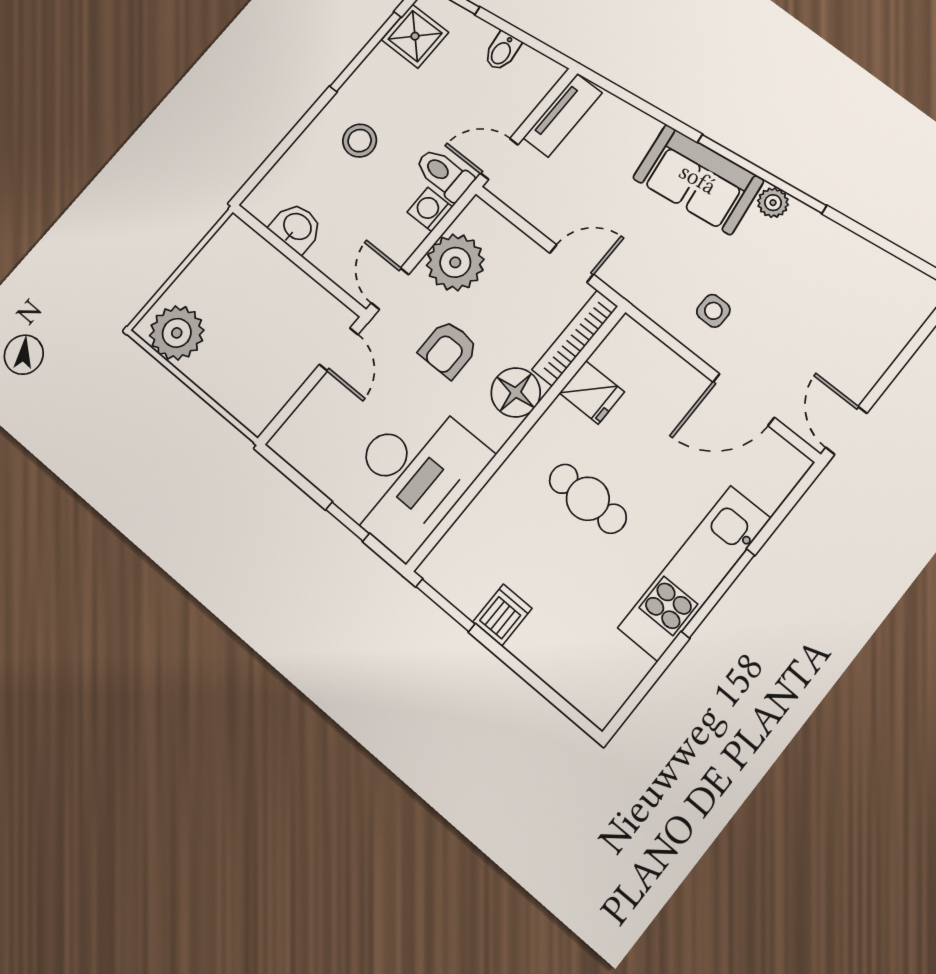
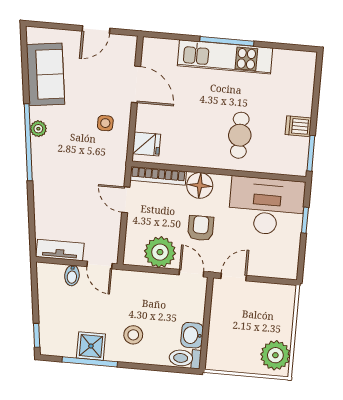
shower: (415, 36) -> (91, 346), moved
bidet: (502, 51) -> (72, 275), moved, turned 98
toilet: (444, 174) -> (185, 358), moved, turned 90
sofa: (698, 179) -> (46, 74), moved
washing machine: (430, 210) -> (144, 280), removed
door: (390, 289) -> (191, 273), swing flipped
armchair: (448, 349) -> (201, 228), turned -90
fridge: (592, 392) -> (146, 144), moved, turned 90
door: (846, 430) -> (96, 30), moved
cafe table: (588, 499) -> (240, 135), moved

